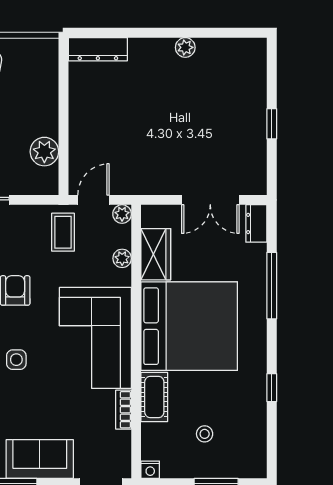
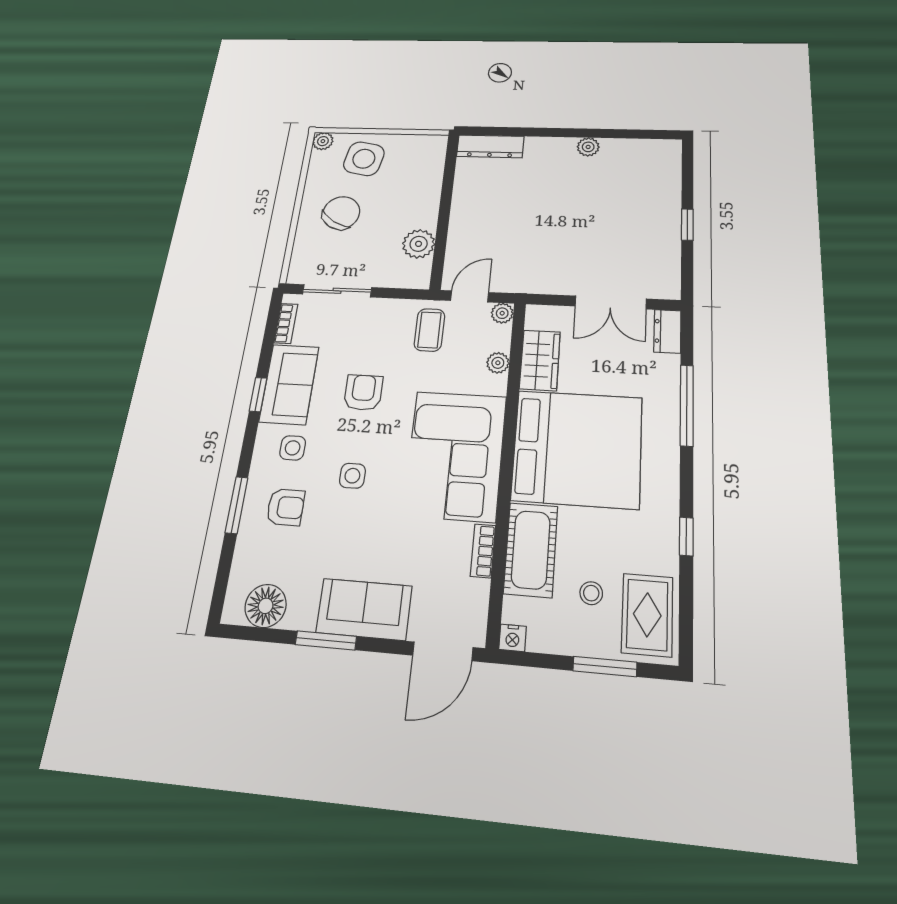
cot: (154, 397) -> (531, 550), width x1.37, depth x1.34
rug: (245, 446) -> (647, 615), added

